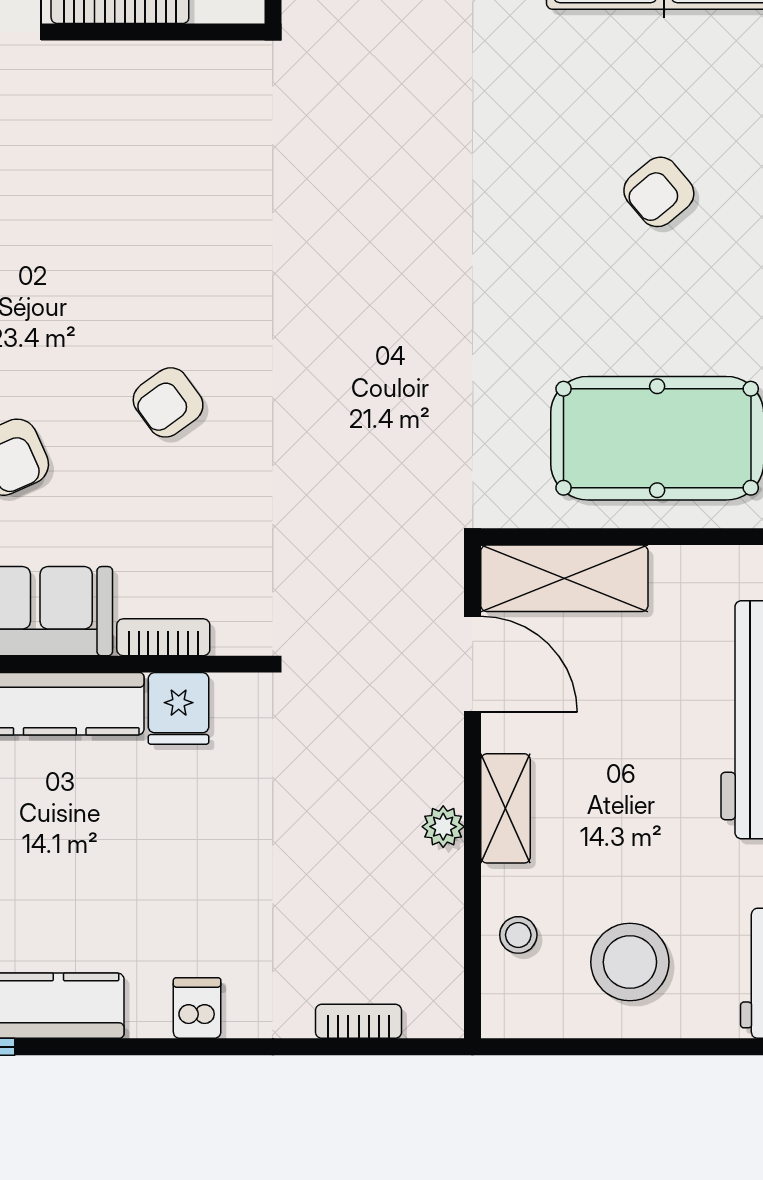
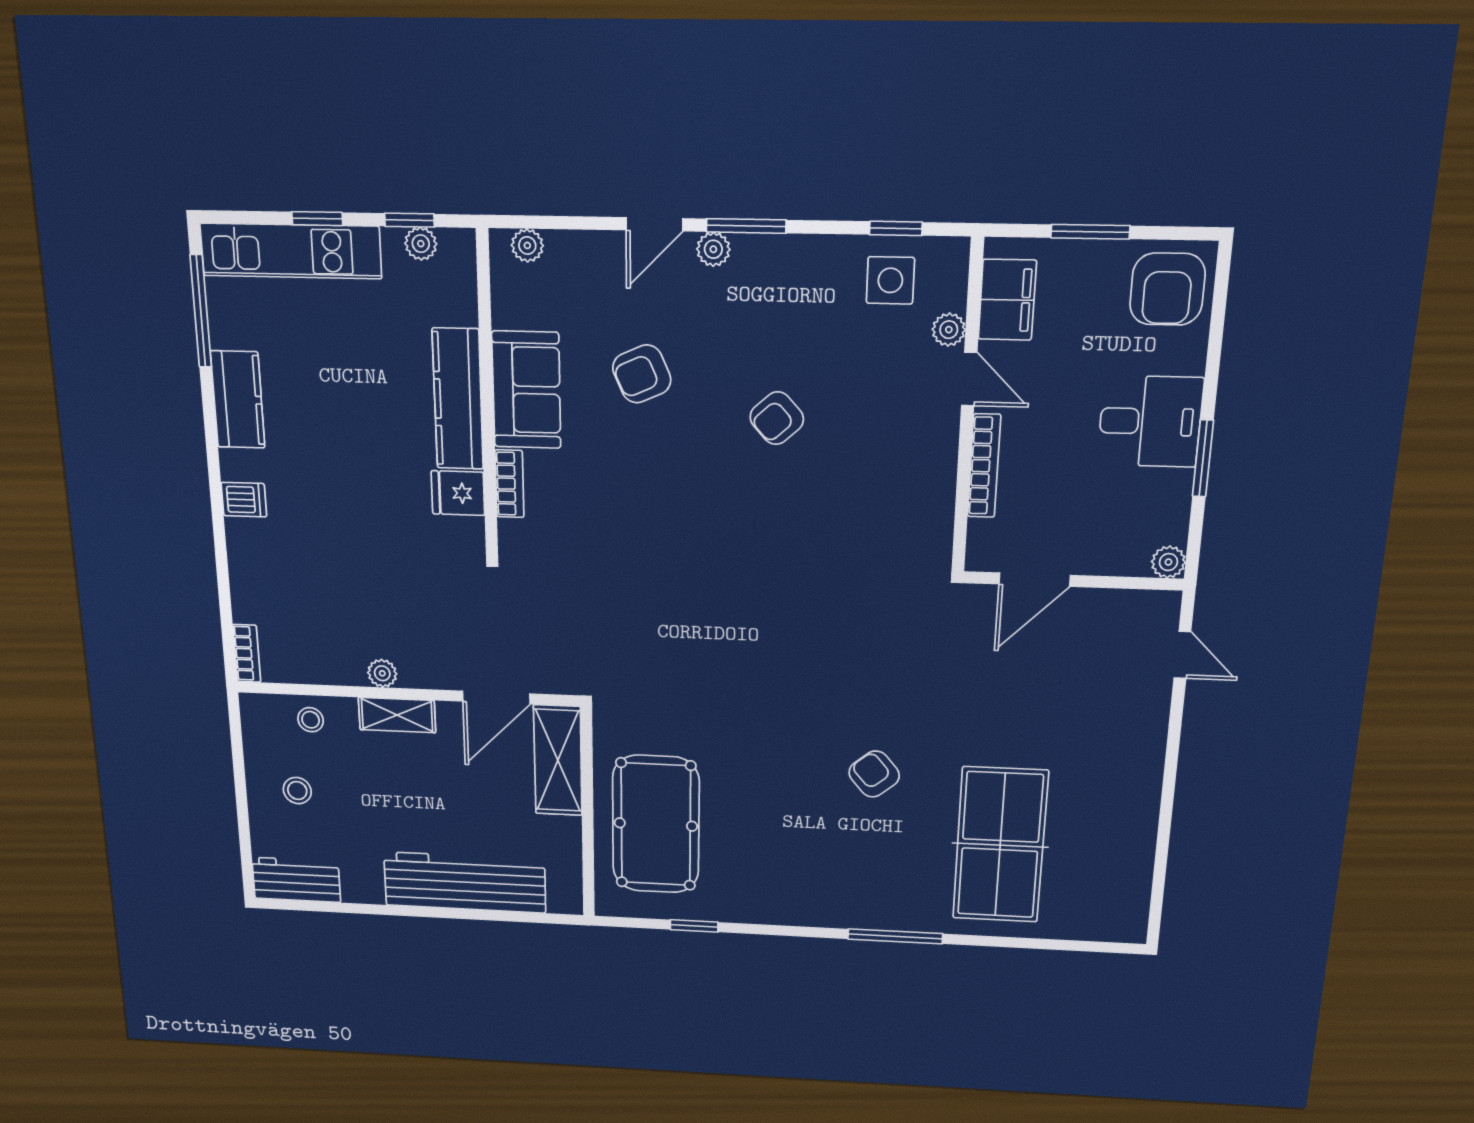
armchair: (659, 192) -> (874, 774), moved
armchair: (168, 402) -> (777, 418), moved, turned -96
stool: (630, 962) -> (297, 791), width x0.53, depth x0.53
bookcase: (359, 1021) -> (247, 653), moved

